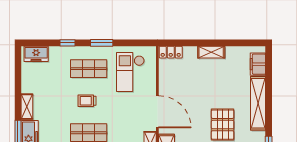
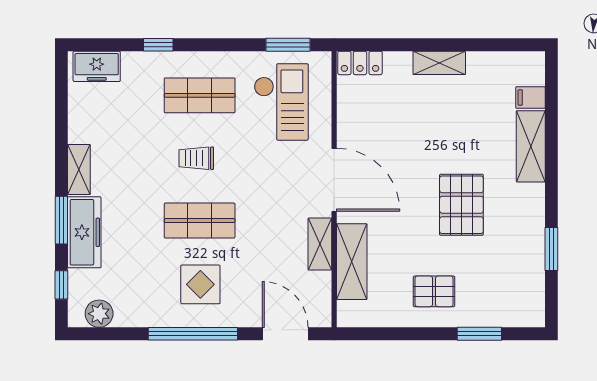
window: (102, 43) -> (288, 45), moved
filing cabinet: (258, 64) -> (530, 98), width x0.50
checkout: (130, 72) -> (281, 102), turned 180
shelving: (258, 103) -> (531, 146), width x0.68

